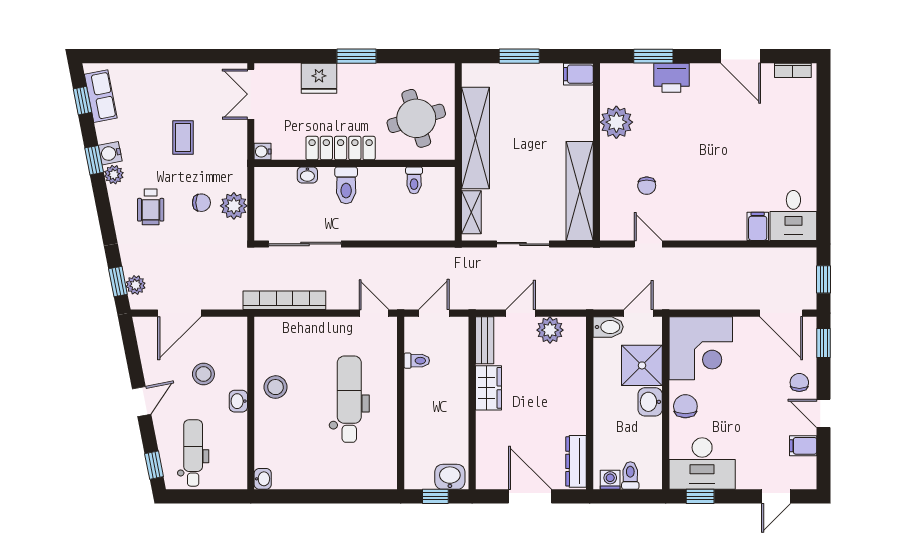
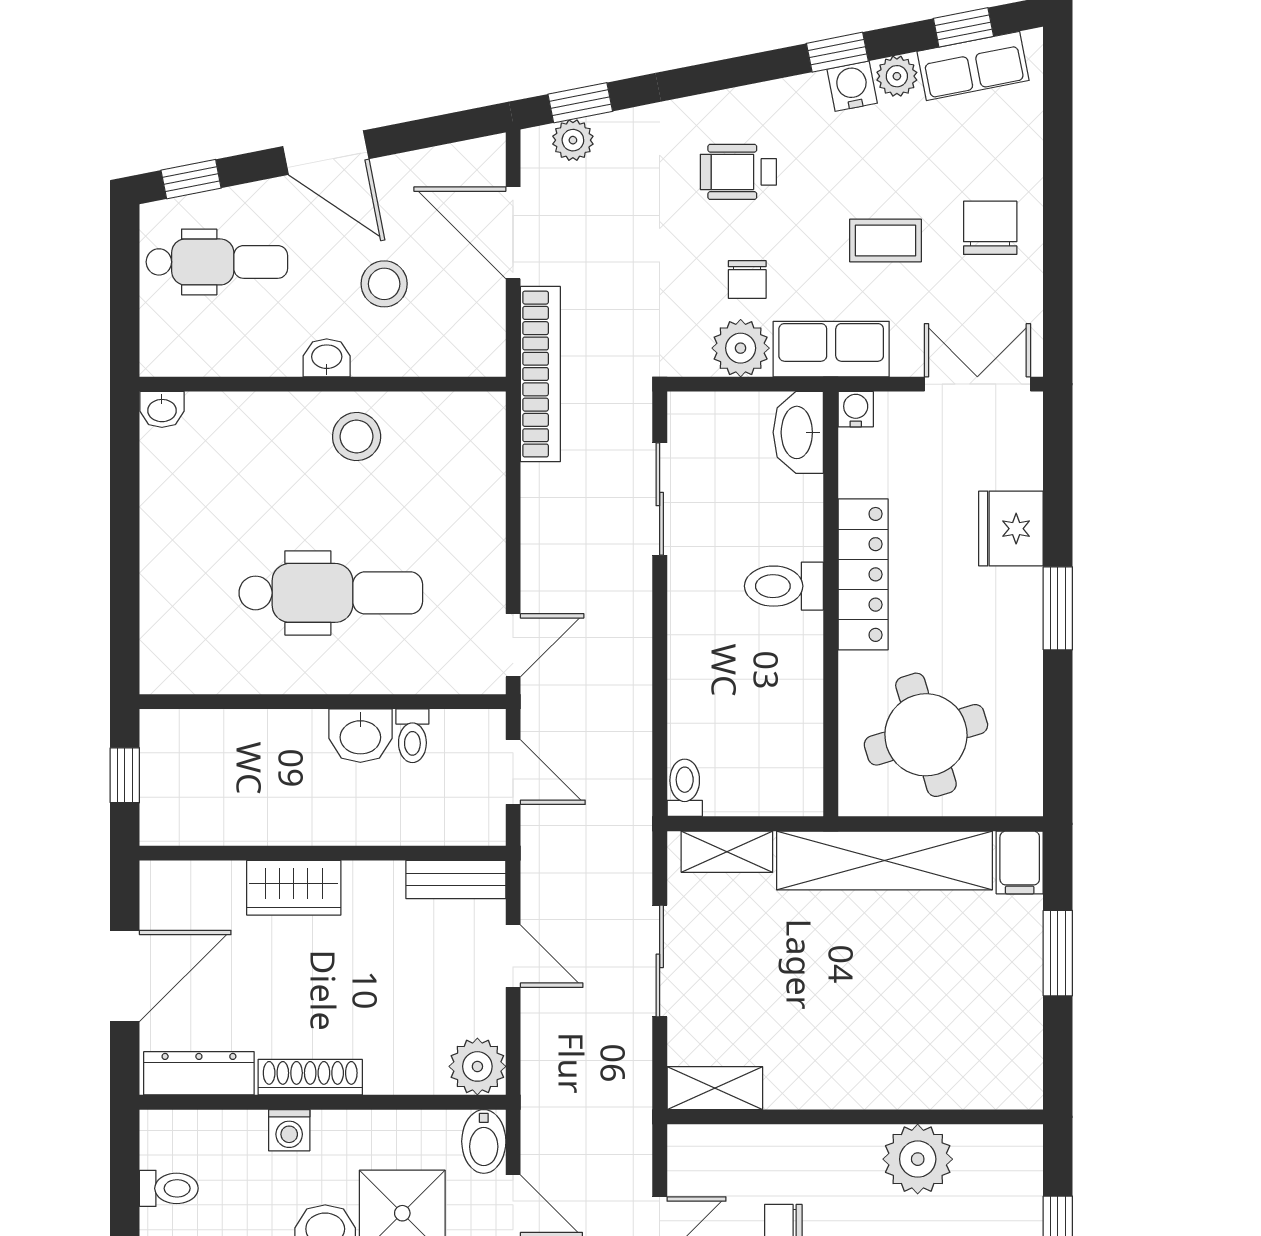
filing cabinet: (578, 74) -> (1020, 862), moved, turned 180
chair: (177, 88) -> (990, 228), added
row of seats: (234, 163) -> (831, 349), added
plant: (114, 175) -> (897, 76), moved
washbasin: (307, 175) -> (798, 432), moved, width x1.91, depth x1.45
toilet: (414, 180) -> (685, 788), moved, turned 90
shelving: (580, 191) -> (715, 1088), width x0.45, depth x0.75
sliding door: (305, 244) -> (660, 499), width x0.73
bookcase: (284, 300) -> (540, 374), moved
plant: (550, 330) -> (477, 1066), moved
wardrobe: (488, 388) -> (294, 888), moved
door: (142, 402) -> (326, 153), width x1.38
shoe rack: (578, 409) -> (310, 1077), added
washbasin: (450, 477) -> (360, 736), moved, turned 90
washing machine: (610, 480) -> (289, 1130), moved, turned 90

